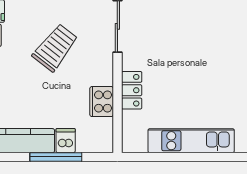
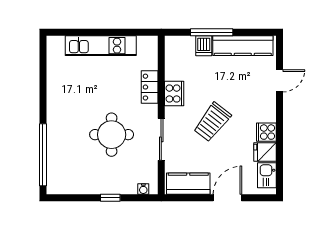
round table: (178, 32) -> (112, 135), added
cooker: (102, 102) -> (174, 94), moved

